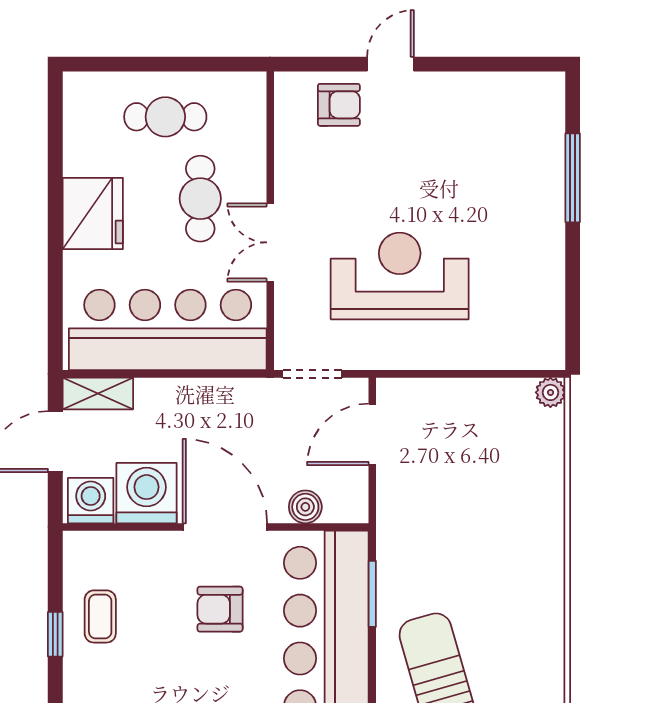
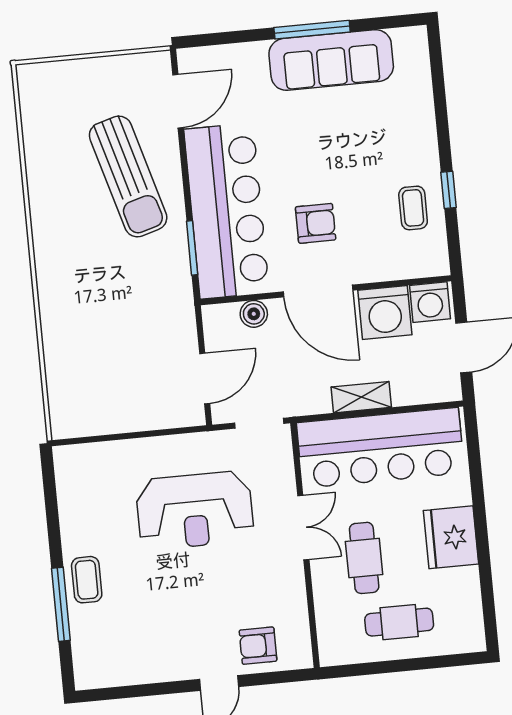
coffee table: (539, 205) -> (87, 580), added
plant: (550, 392) -> (62, 427), removed
shelving: (98, 393) -> (361, 397), moved

